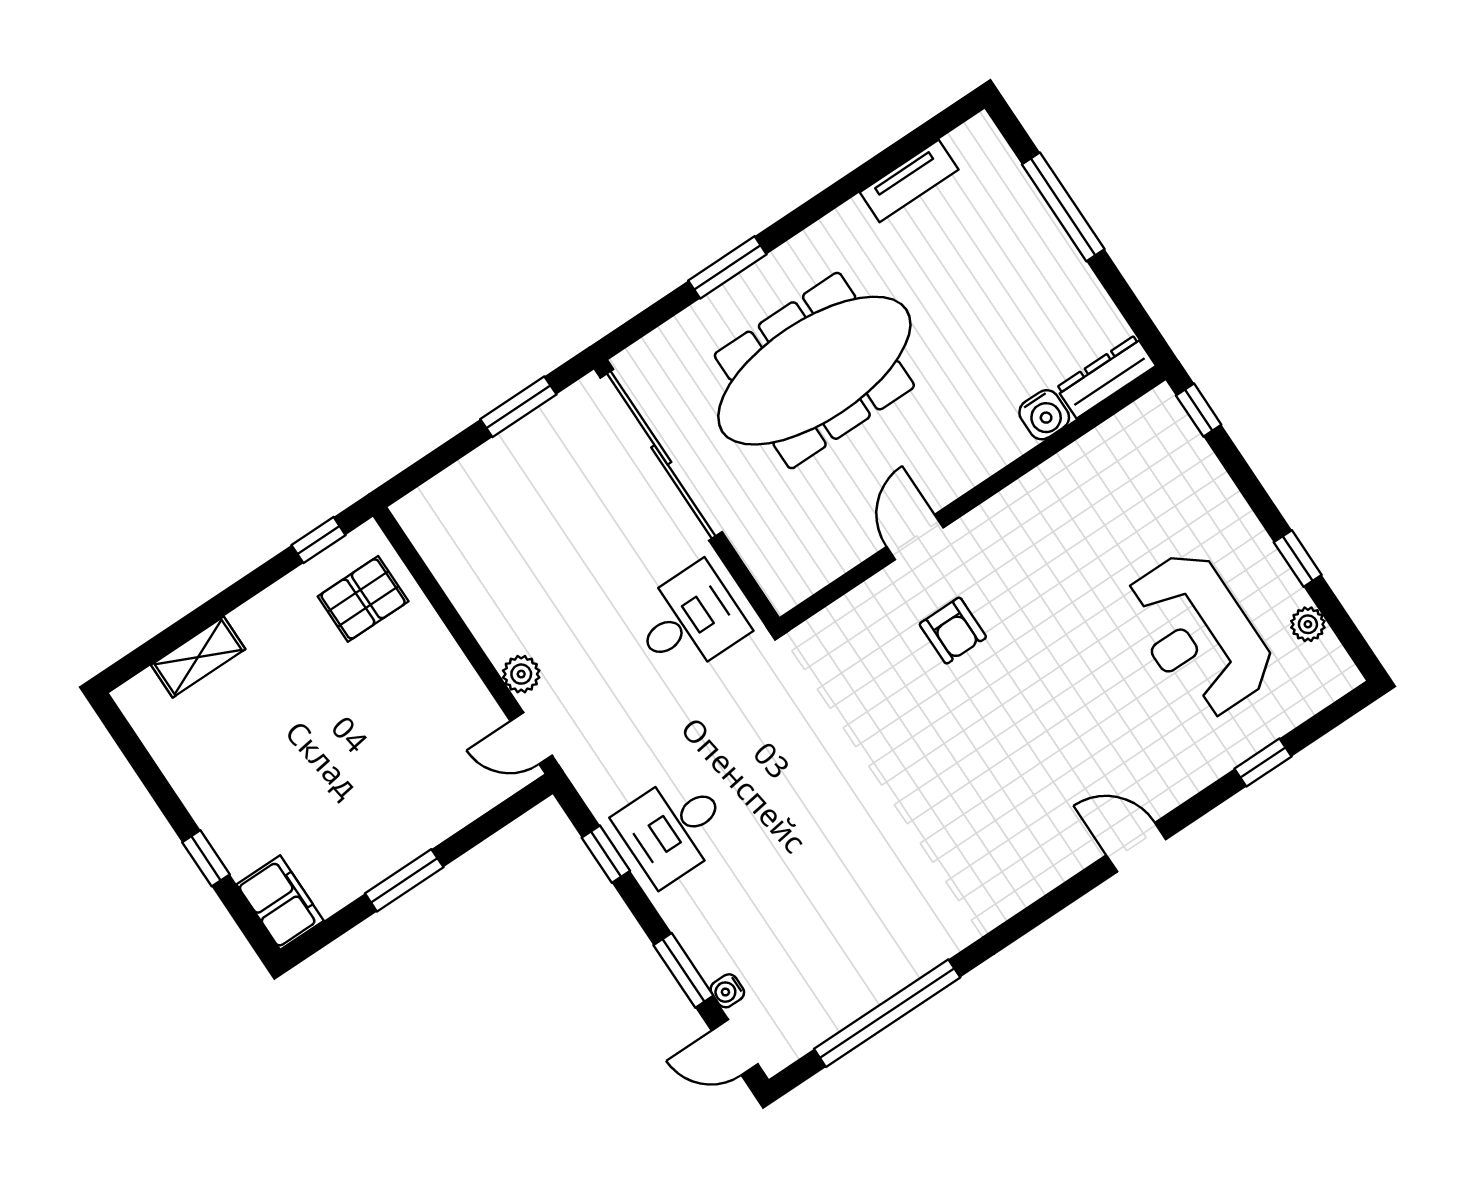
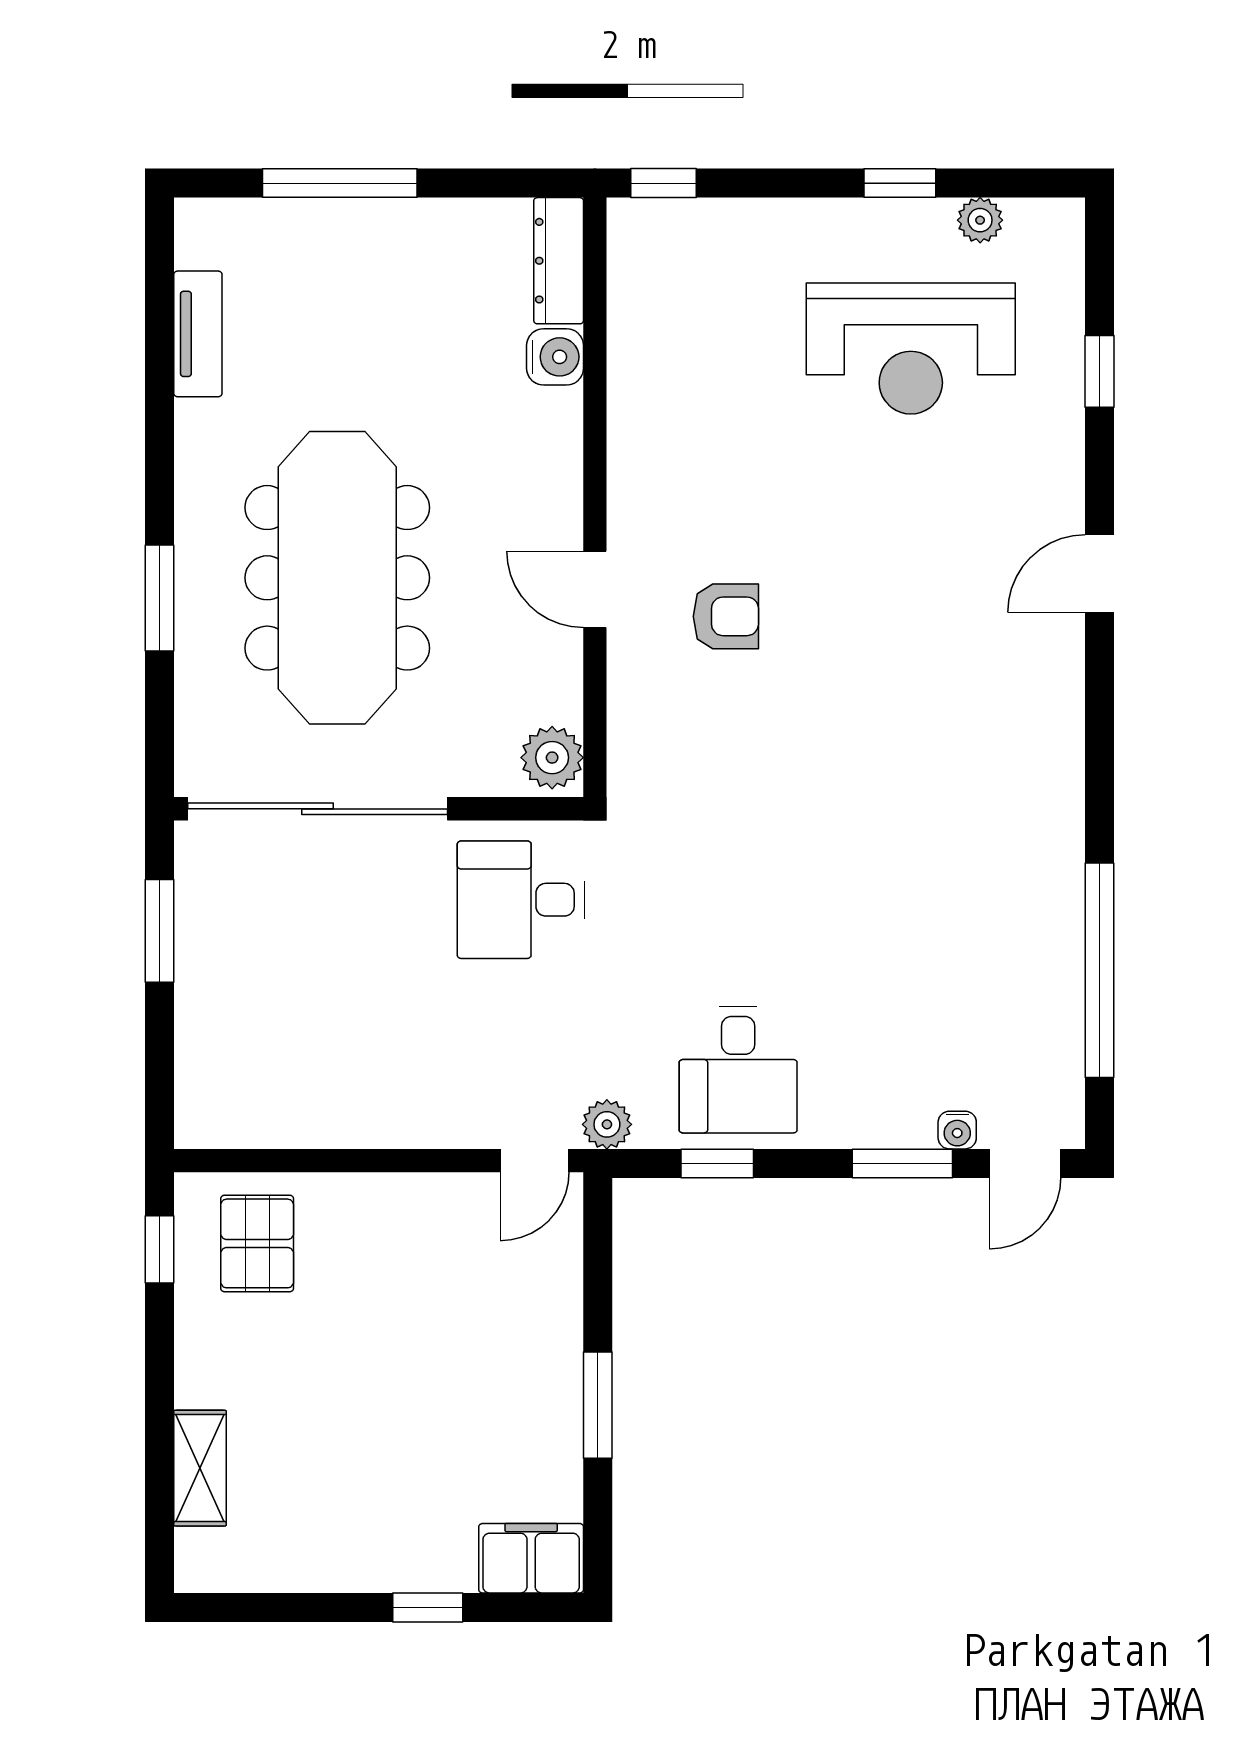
plant: (791, 581) -> (552, 758), added
desk: (689, 620) -> (521, 900), turned -90
plant: (521, 674) -> (607, 1124), moved

